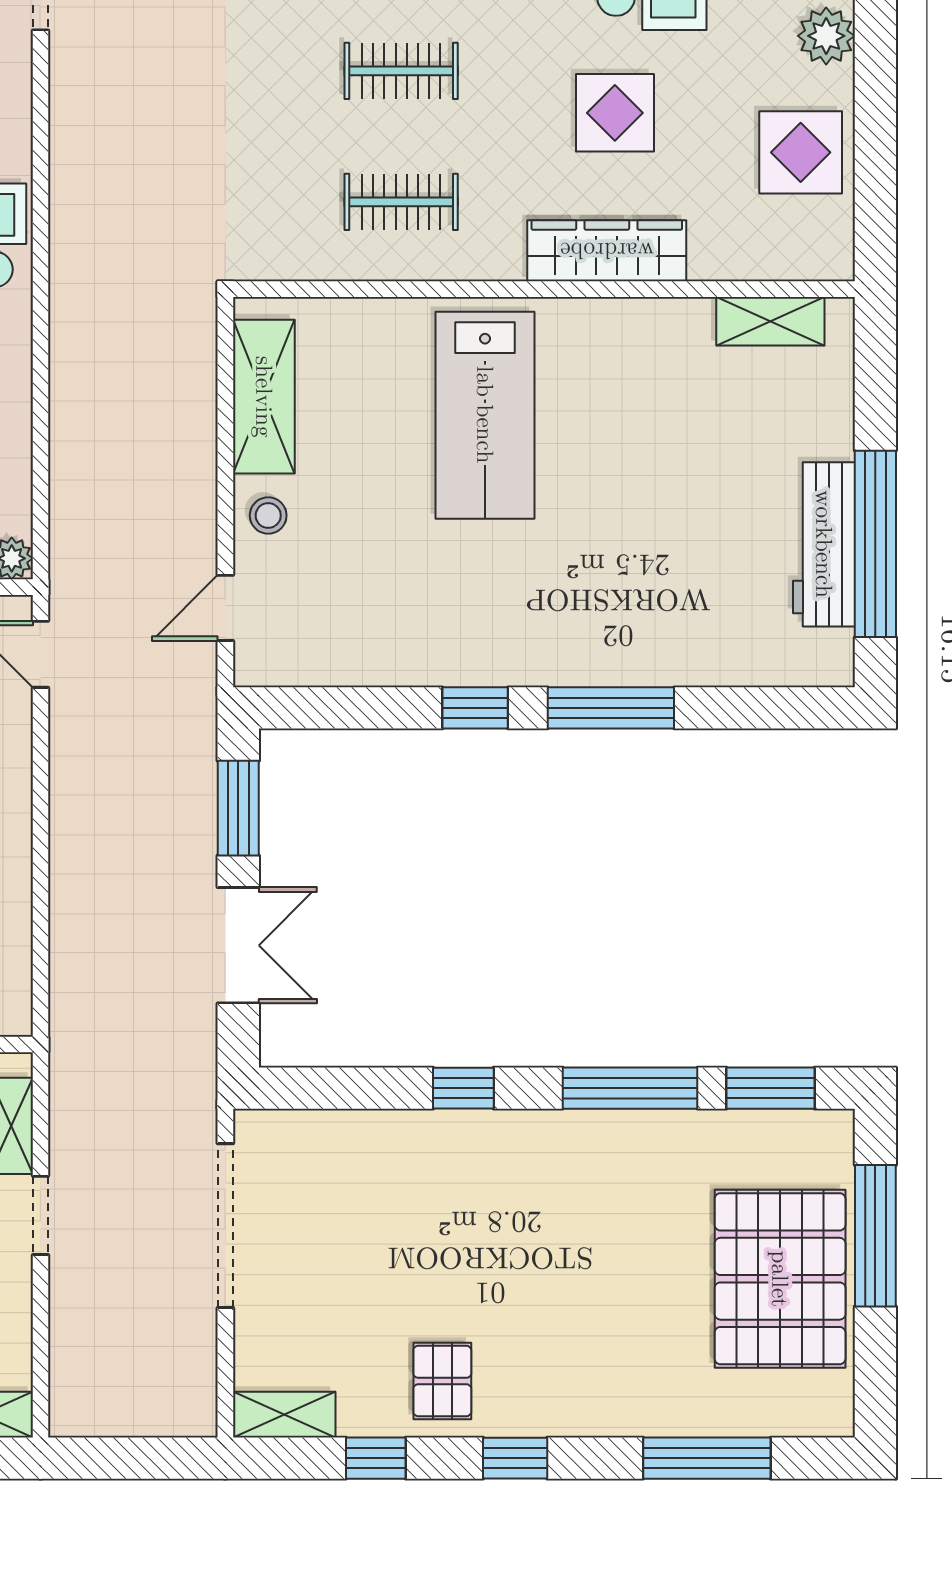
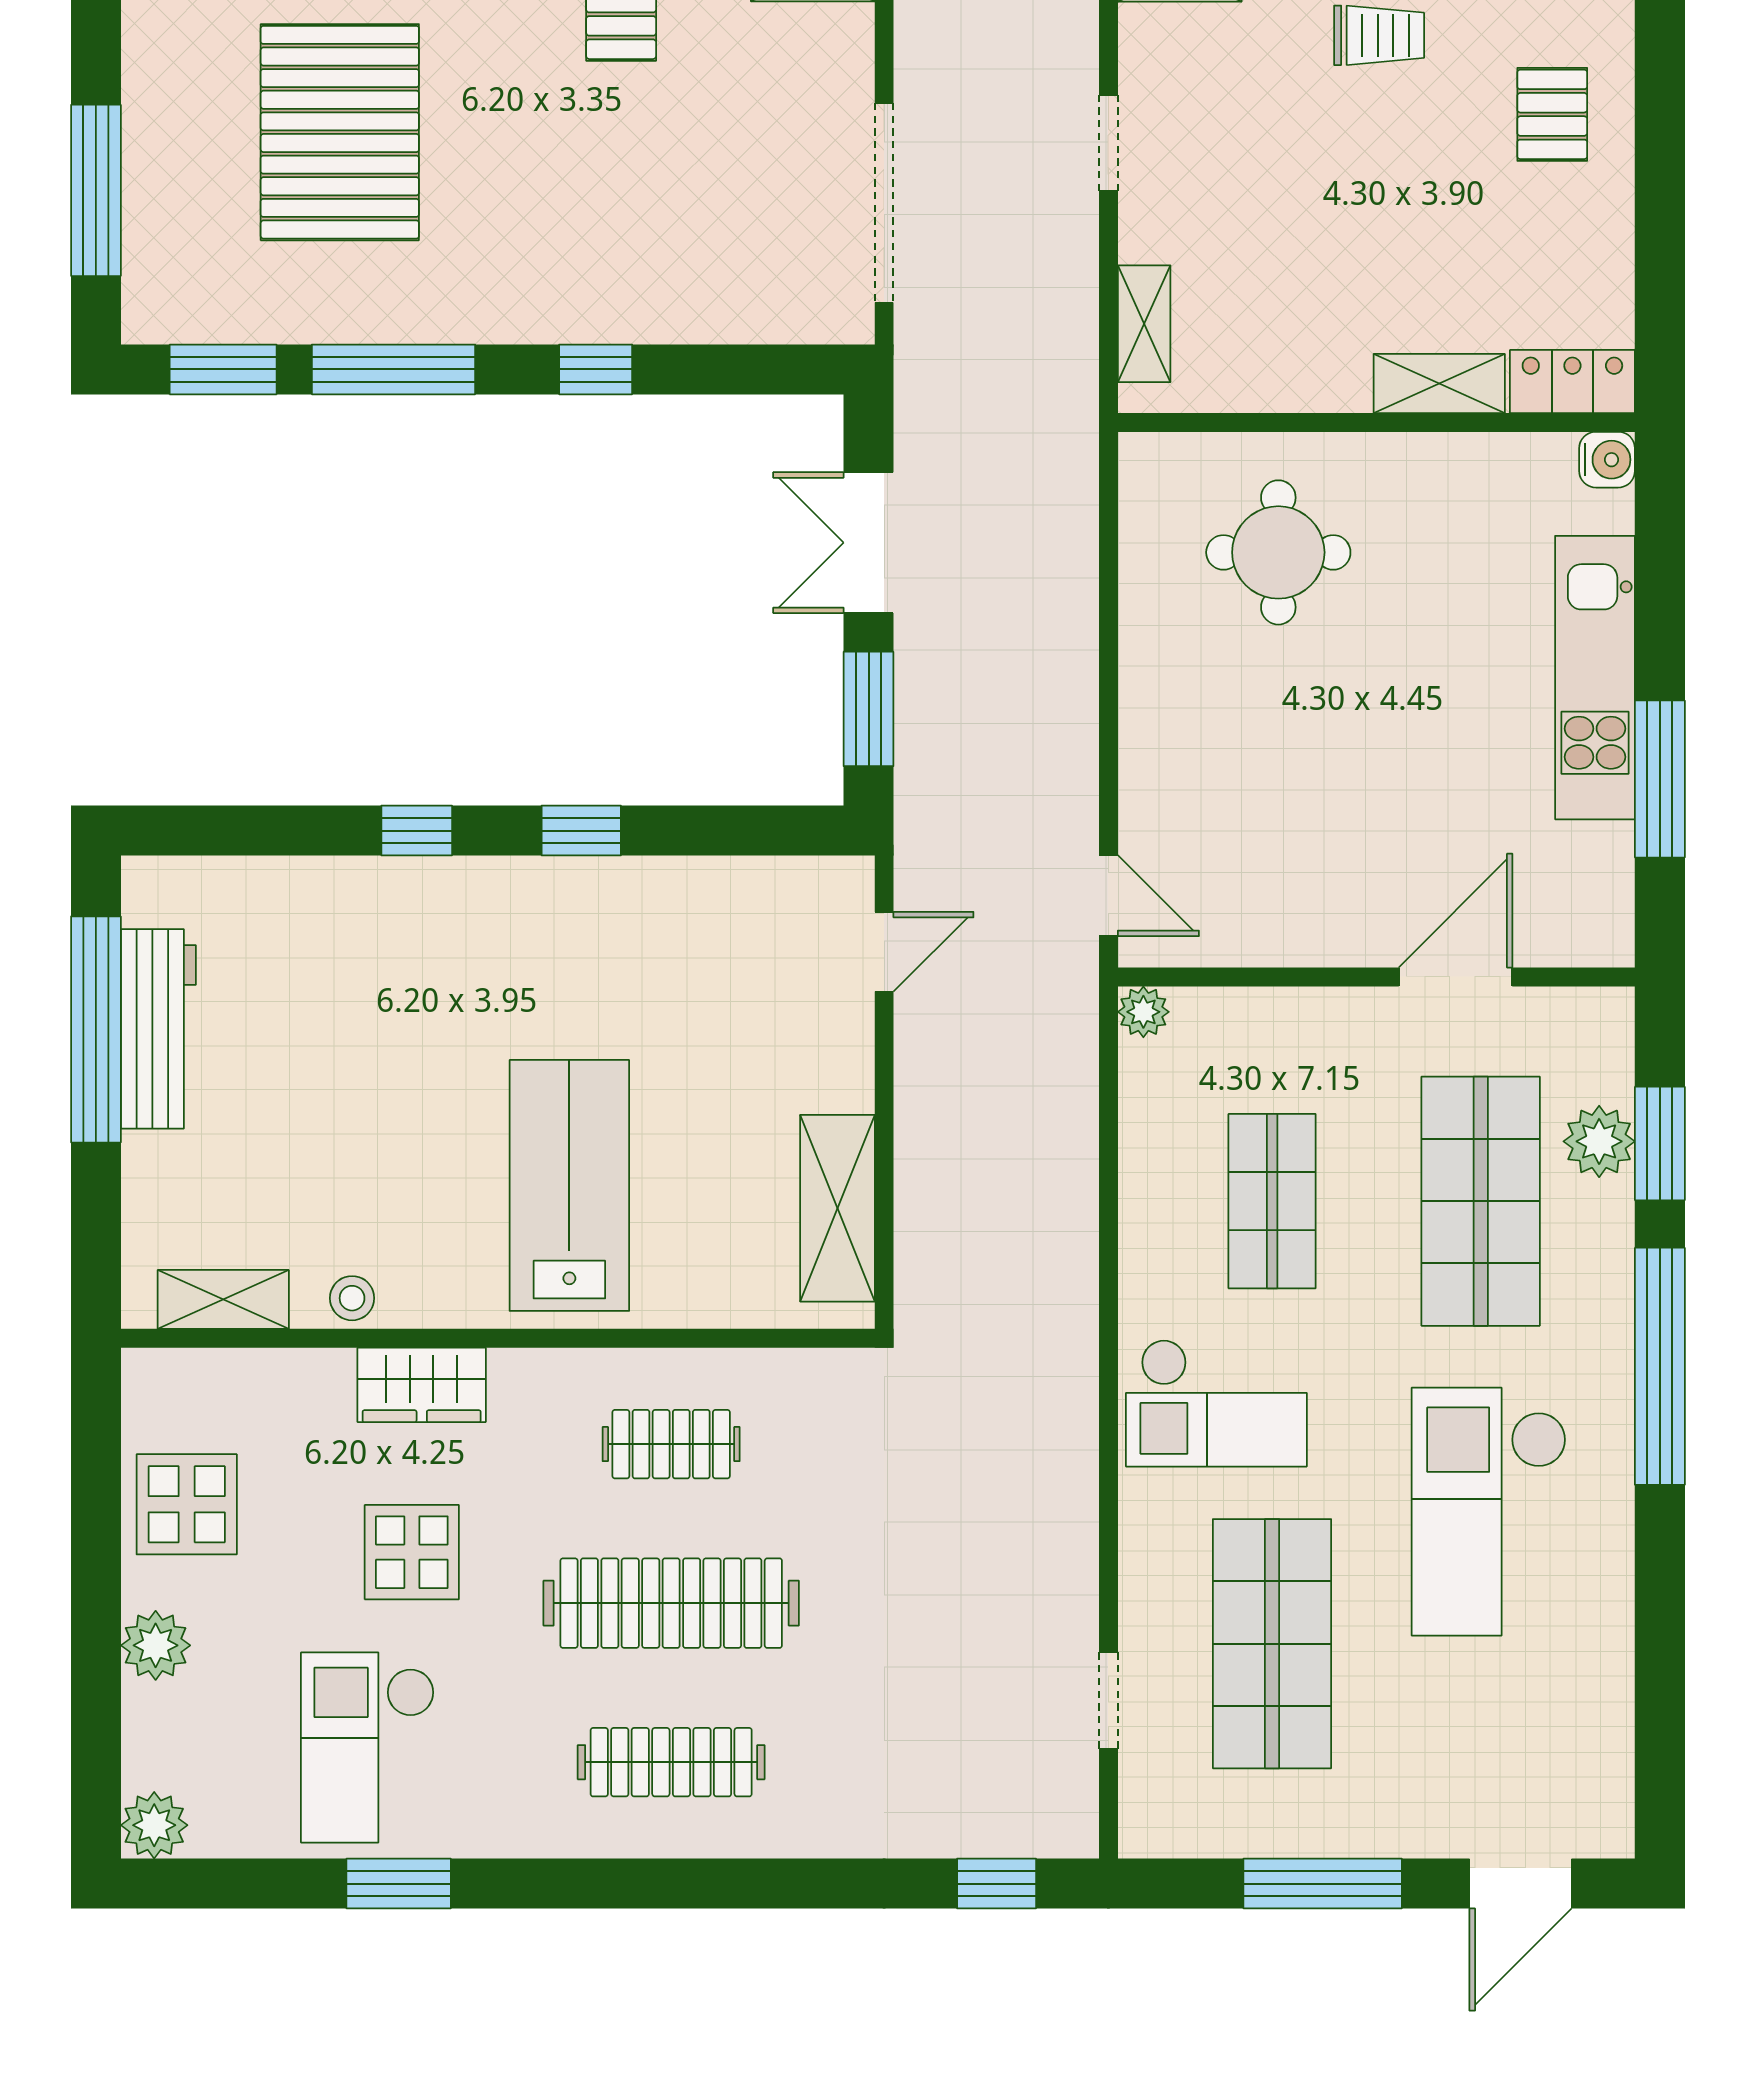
clothes rail: (401, 71) -> (671, 1603), width x1.86, depth x1.31
wardrobe: (607, 251) -> (422, 1385), width x0.67
stool: (268, 515) -> (352, 1298), moved
window: (611, 708) -> (417, 831), width x0.46
doorway: (40, 1215) -> (1108, 143), moved
pallet: (780, 1279) -> (340, 132), moved

